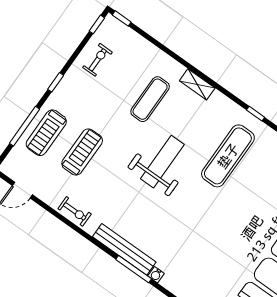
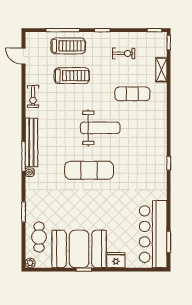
exercise bike: (98, 60) -> (124, 53), moved
shelving: (197, 84) -> (161, 70), moved
treadmill: (46, 133) -> (68, 46), turned 180
exercise mat: (228, 156) -> (89, 170), moved

